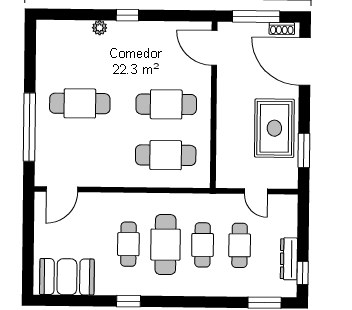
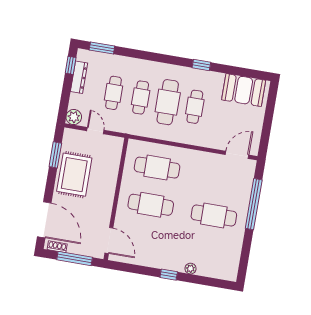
plant: (287, 205) -> (74, 117), added

